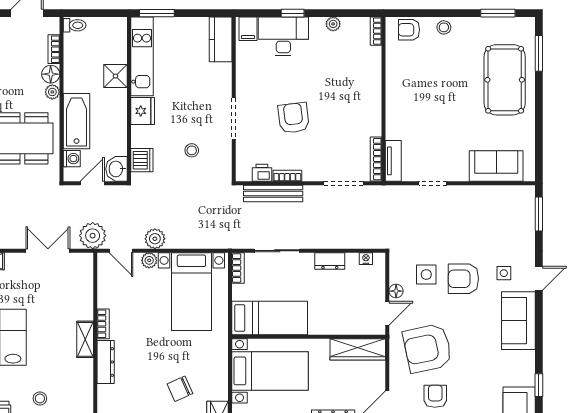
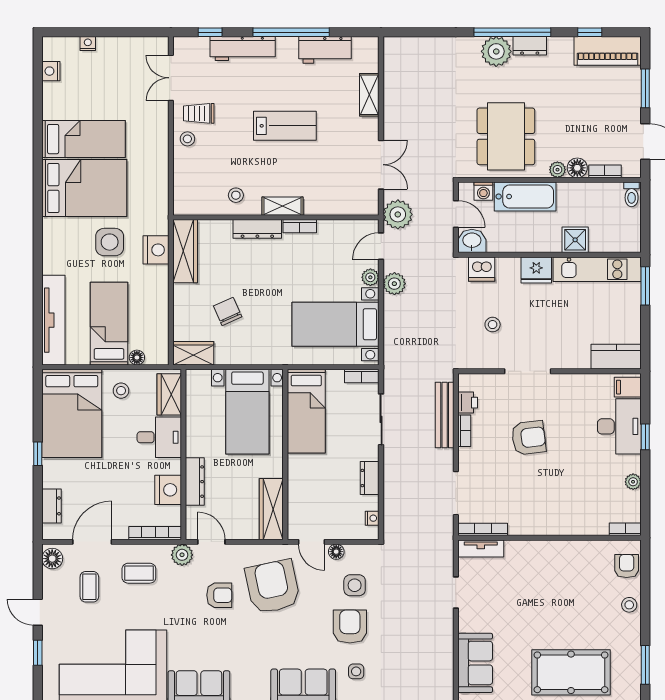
stool: (40, 398) -> (236, 195), moved

